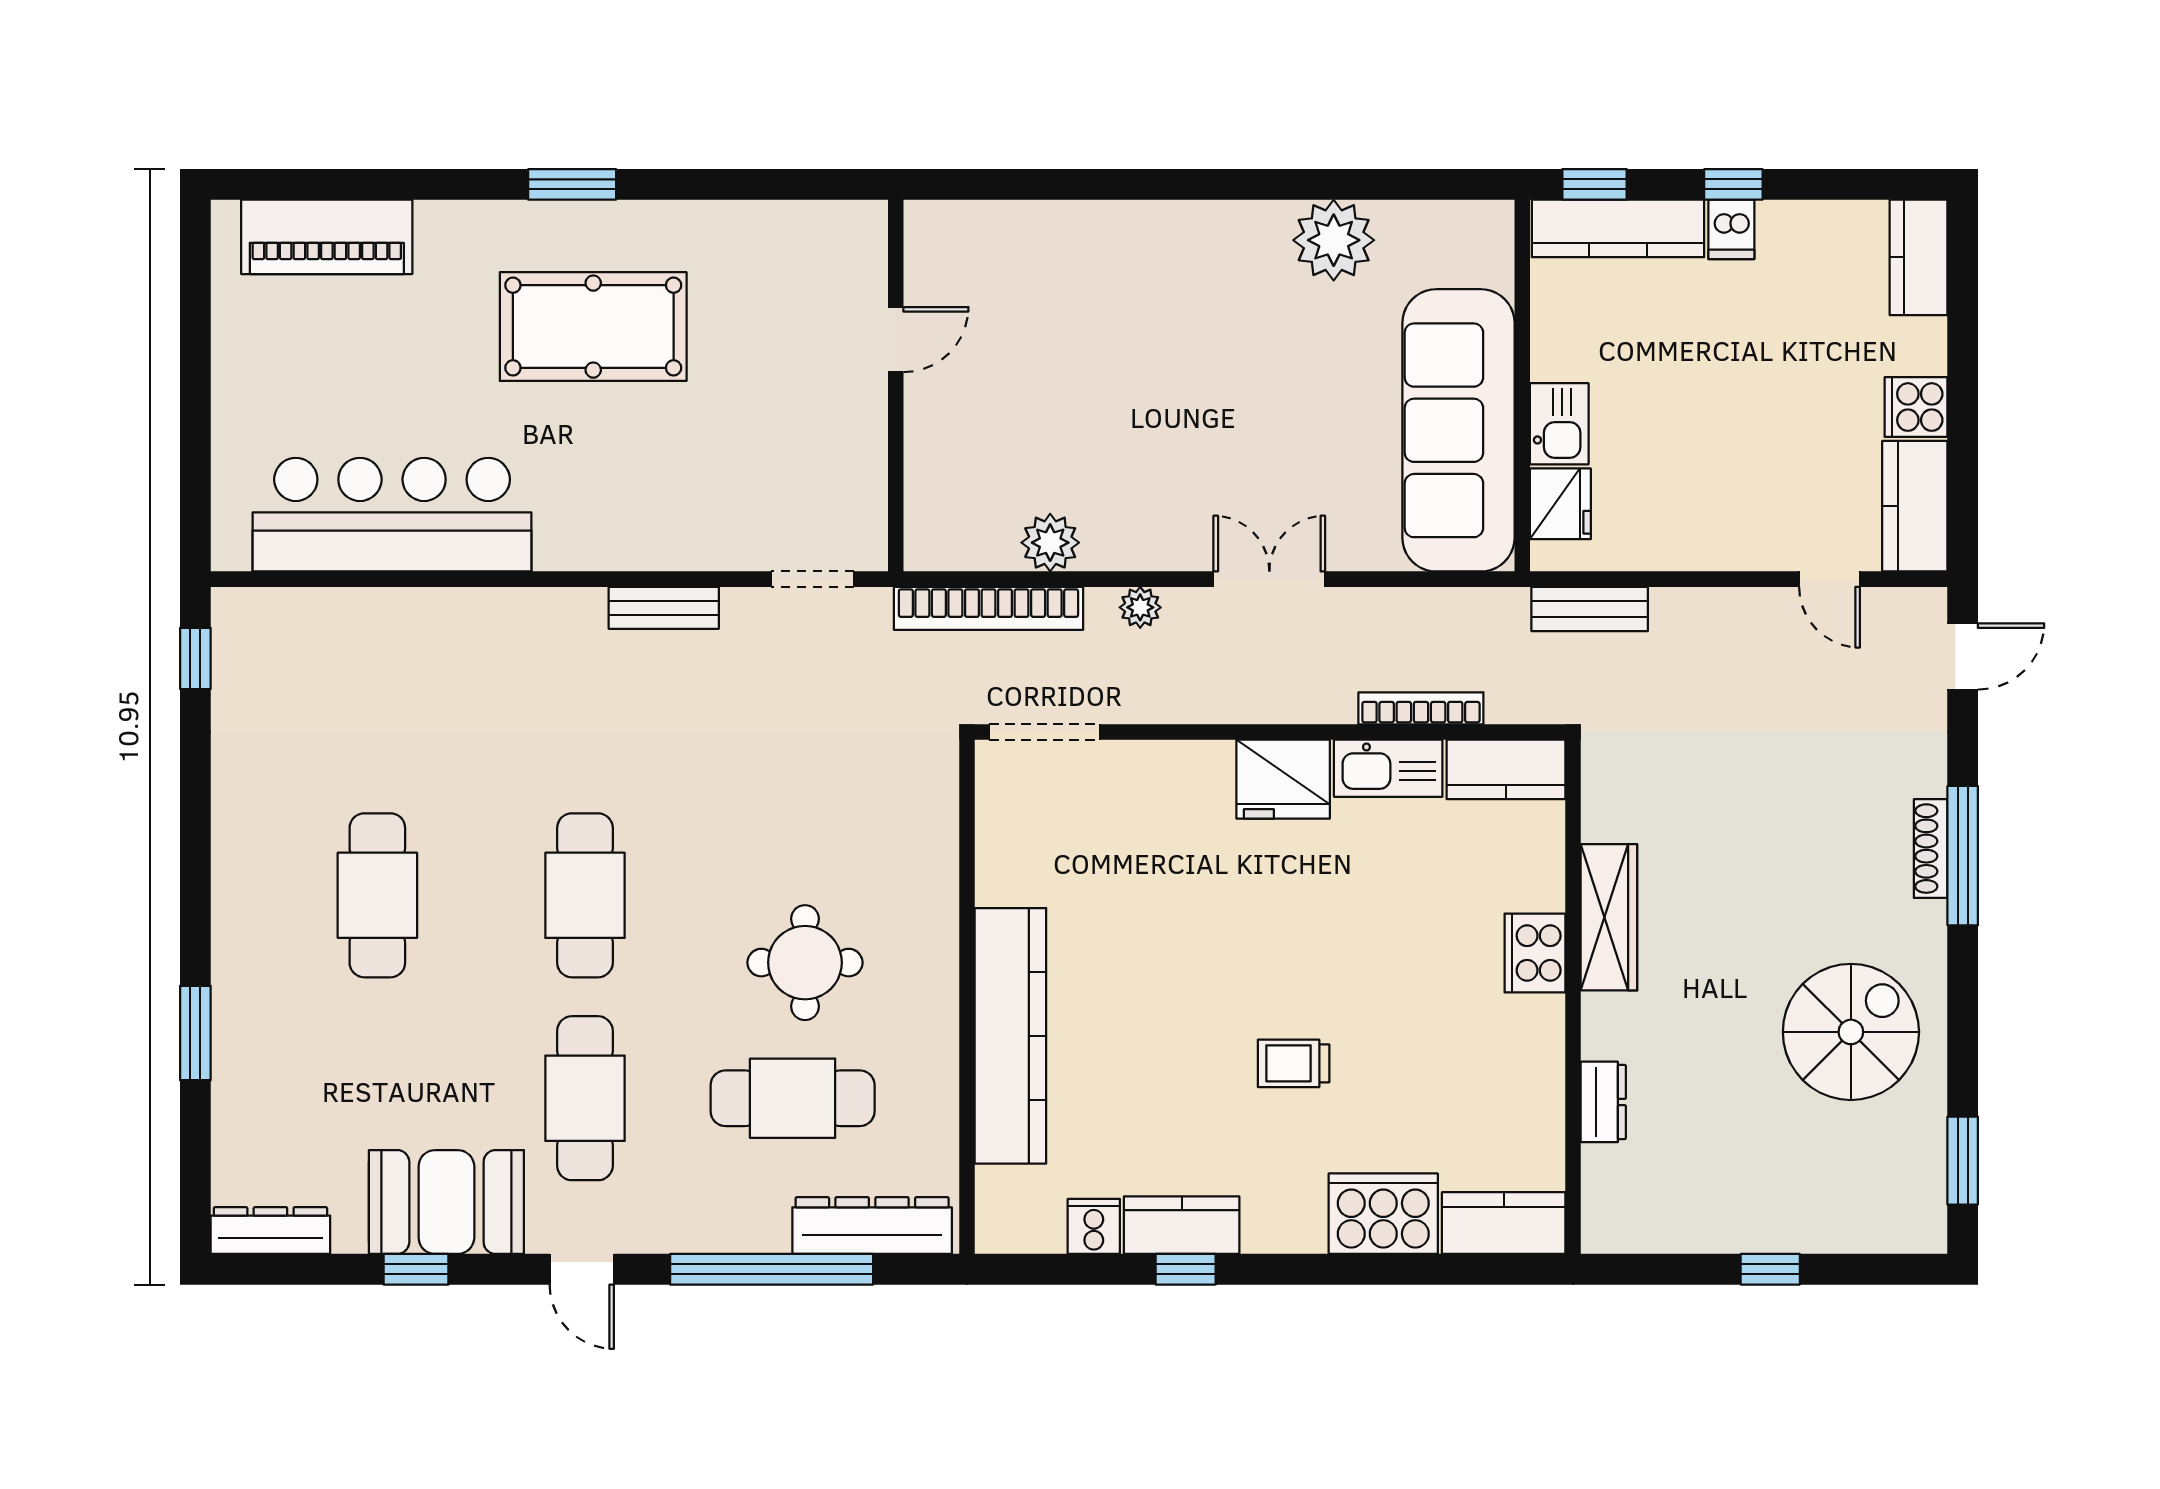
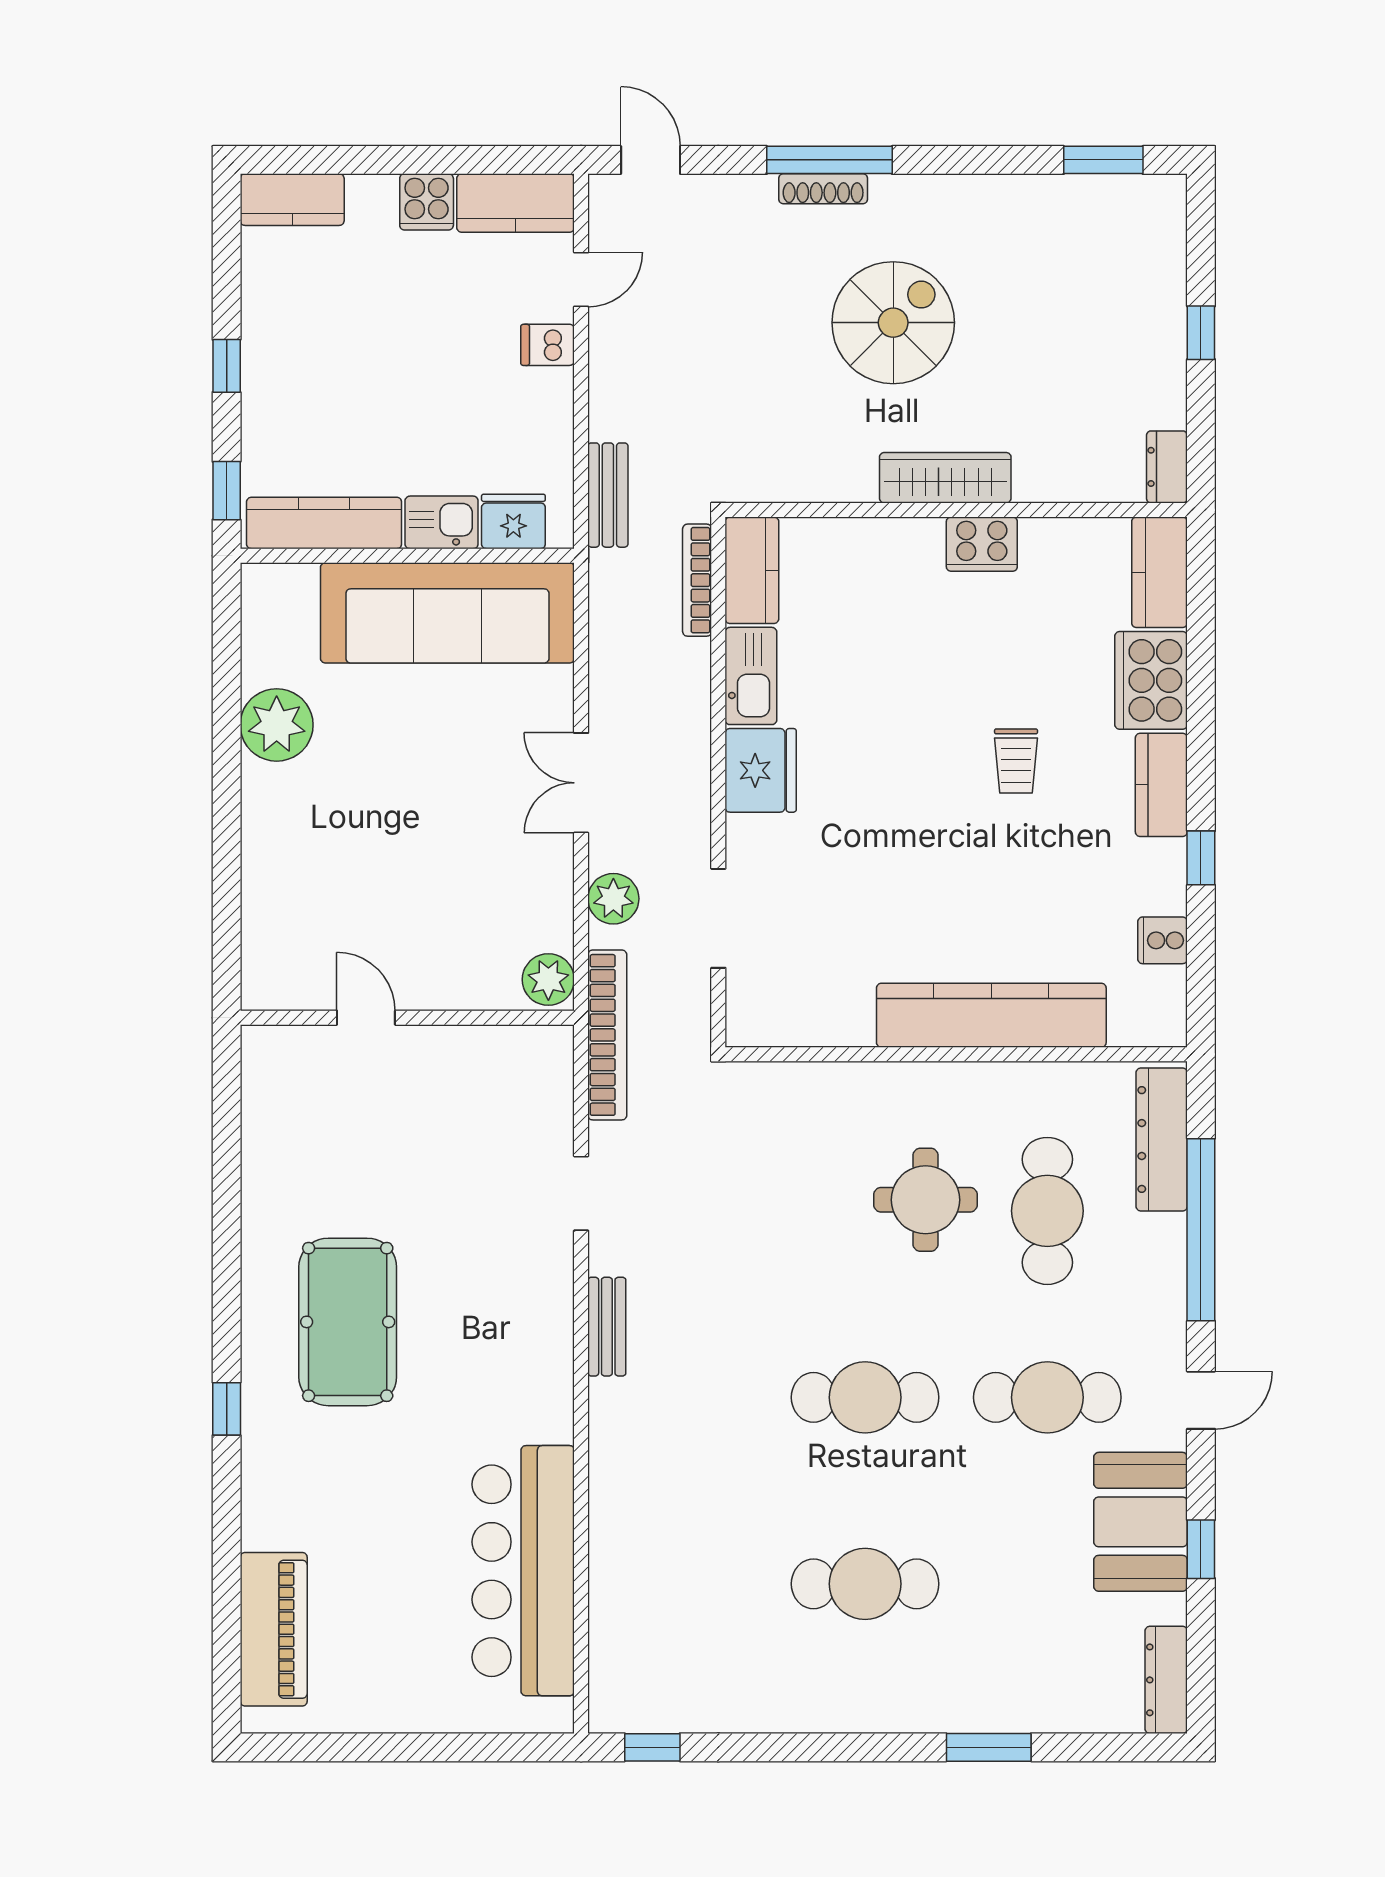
window: (572, 184) -> (227, 1409), width x0.67
kitchen counter: (1618, 228) -> (324, 523), moved, turned -90
dishwasher: (1731, 229) -> (548, 345), moved, turned 180
pool table: (593, 327) -> (348, 1322), moved
door: (896, 340) -> (366, 1018), moved
wall: (896, 386) -> (407, 1018), moved
plant: (1140, 607) -> (613, 899), width x1.38, depth x1.38
bookcase: (1421, 708) -> (697, 580), moved
doorway: (1045, 732) -> (718, 918), moved
wardrobe: (1609, 917) -> (945, 478), moved
cooker: (1535, 953) -> (982, 544), moved
spiral stairs: (1851, 1032) -> (893, 323), moved, turned 90
dresser: (1603, 1102) -> (1167, 467), moved, turned -90
kitchen counter: (1182, 1225) -> (1161, 785), moved

